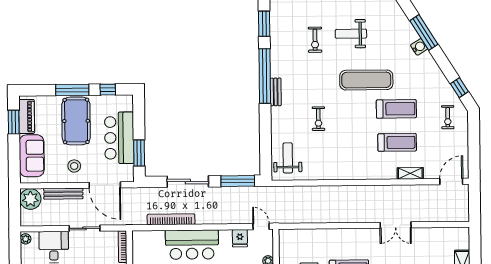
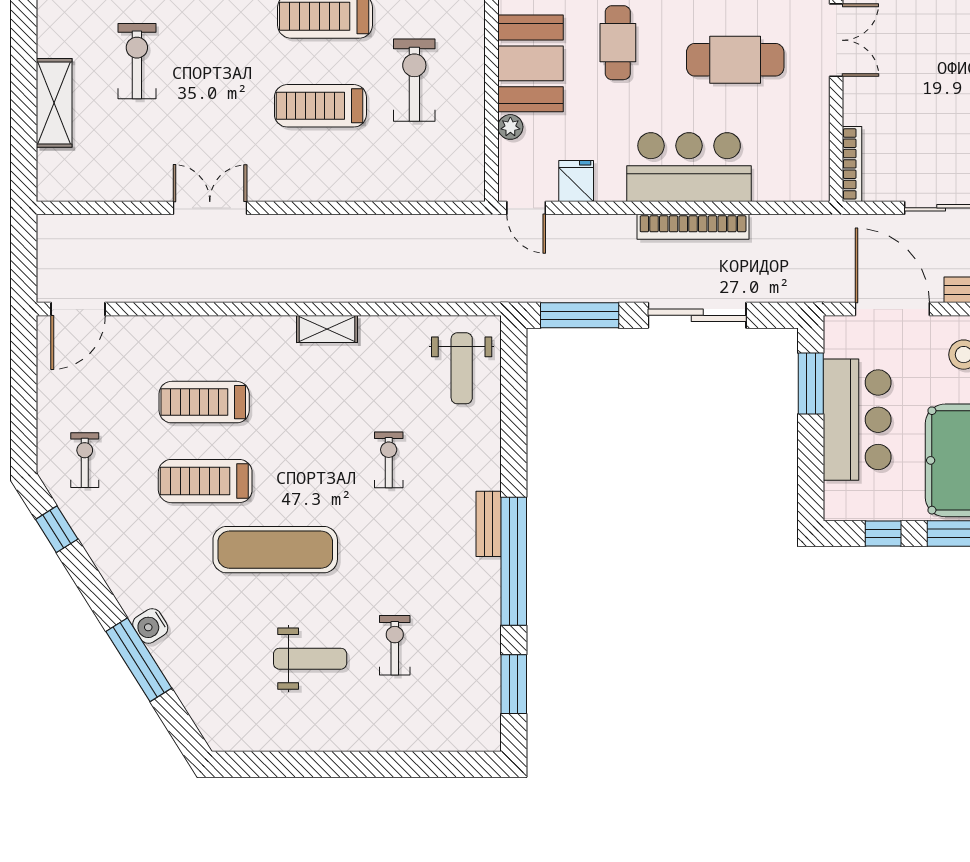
shelving: (410, 173) -> (327, 329), moved
bookcase: (171, 219) -> (693, 227), moved

